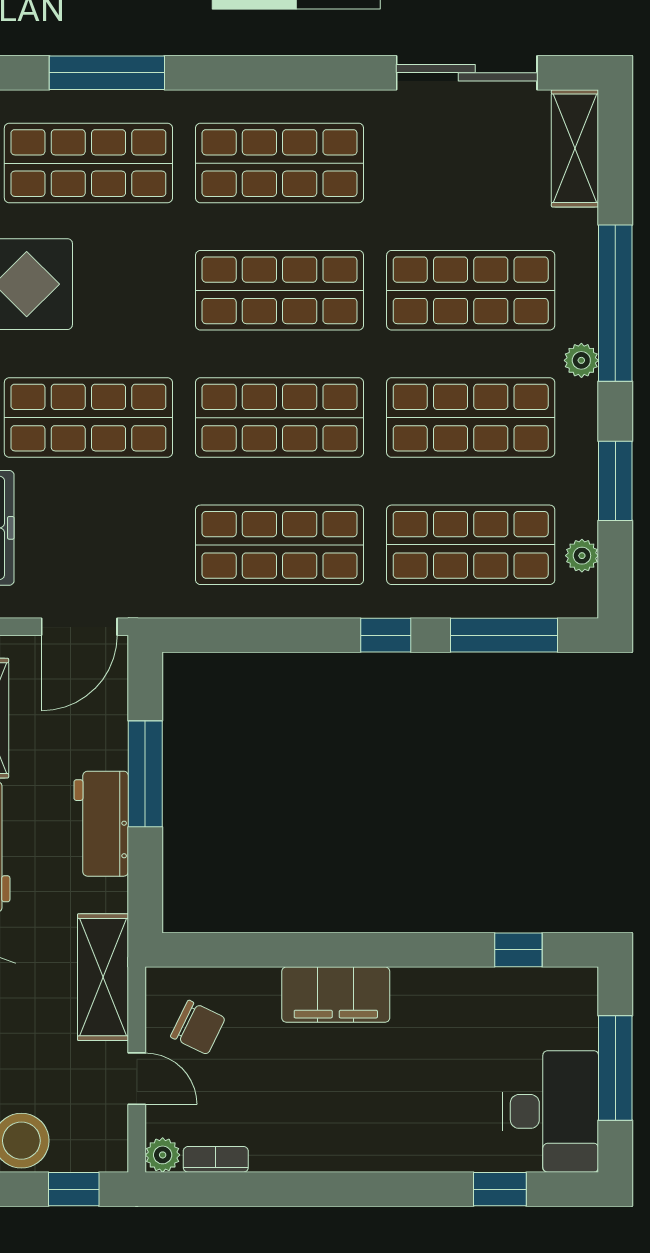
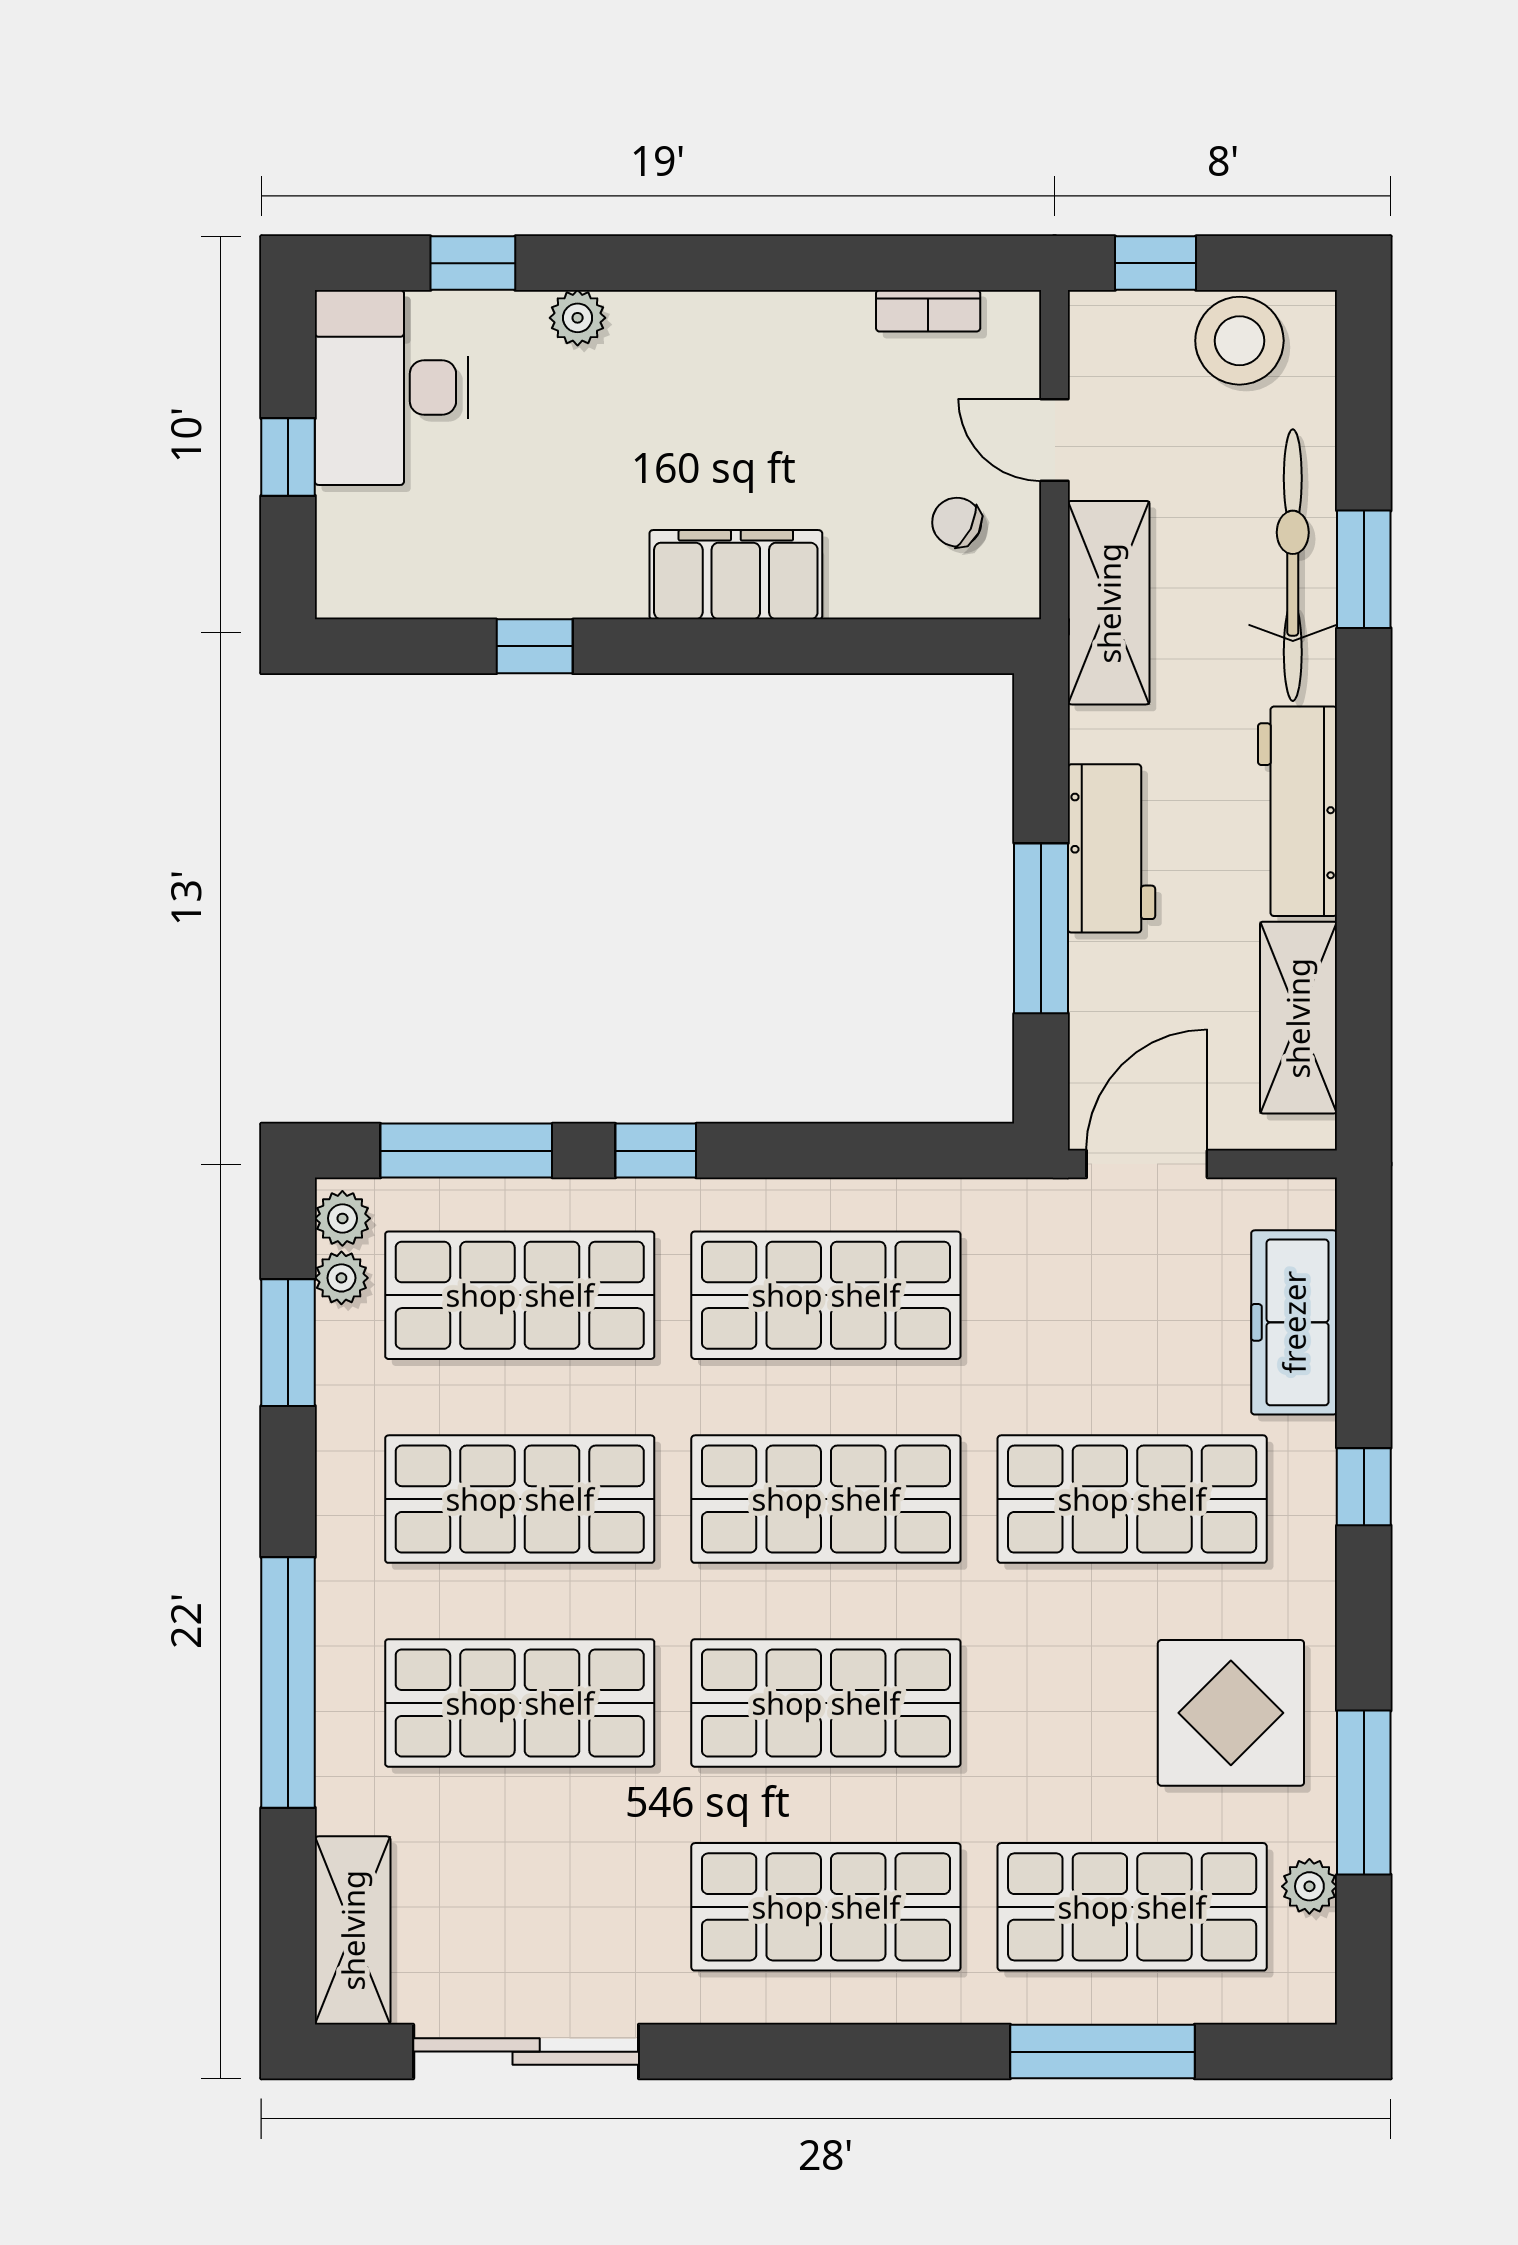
plant: (581, 360) -> (342, 1218), moved
window: (615, 481) -> (288, 1343), moved
window: (518, 950) -> (535, 646), moved
chair: (198, 1027) -> (957, 522), width x0.73, depth x0.73
window: (615, 1068) -> (288, 457), width x0.46
plant: (163, 1155) -> (578, 318), moved

